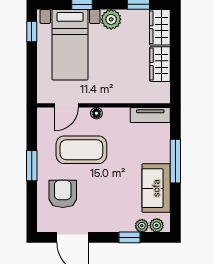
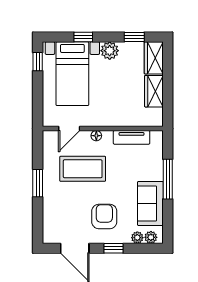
tv unit: (150, 115) -> (132, 137), moved
armchair: (63, 194) -> (104, 216), moved
window: (129, 237) -> (114, 248), moved

